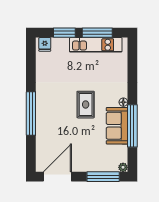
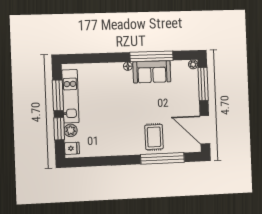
plant: (62, 44) -> (71, 130), added
rug: (86, 105) -> (154, 137), moved, turned 90
window: (31, 114) -> (162, 158), moved

